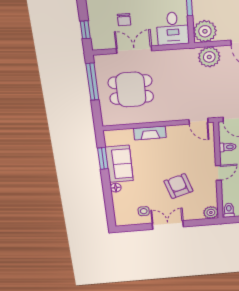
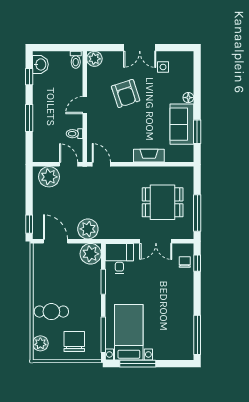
chair: (124, 20) -> (185, 262), moved

